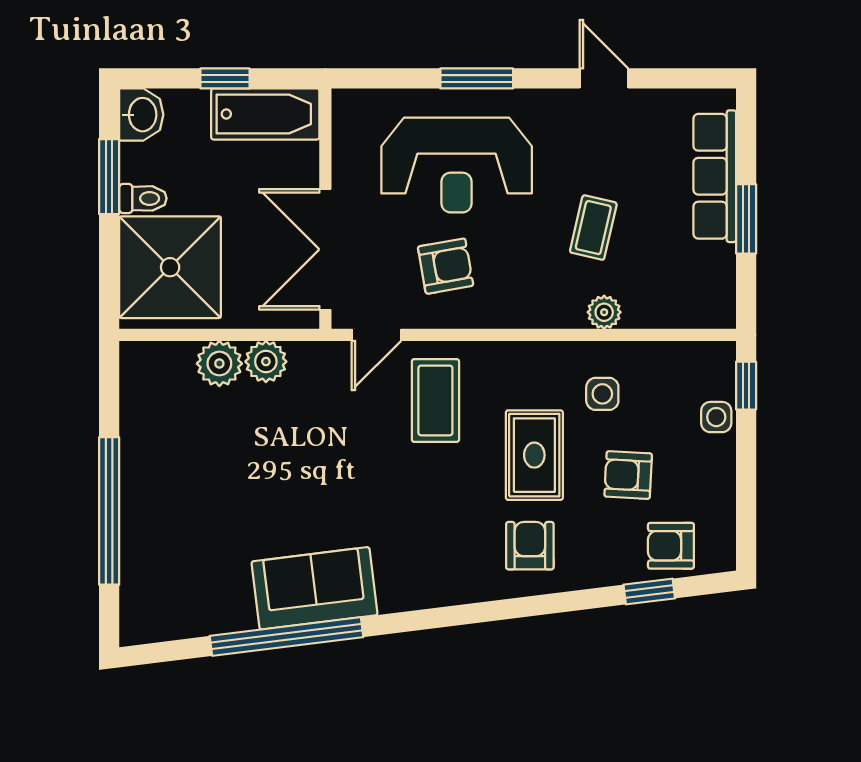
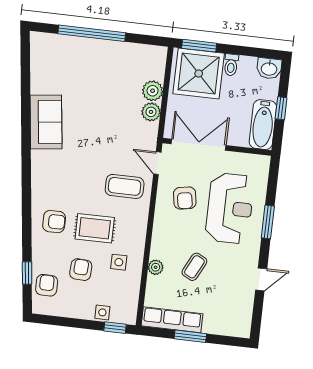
reception desk: (457, 165) -> (230, 208), turned 180
row of seats: (715, 176) -> (172, 320), moved
window: (109, 177) -> (199, 46), moved
coffee table: (593, 228) -> (194, 267), turned -76
window: (286, 637) -> (26, 107), removed

